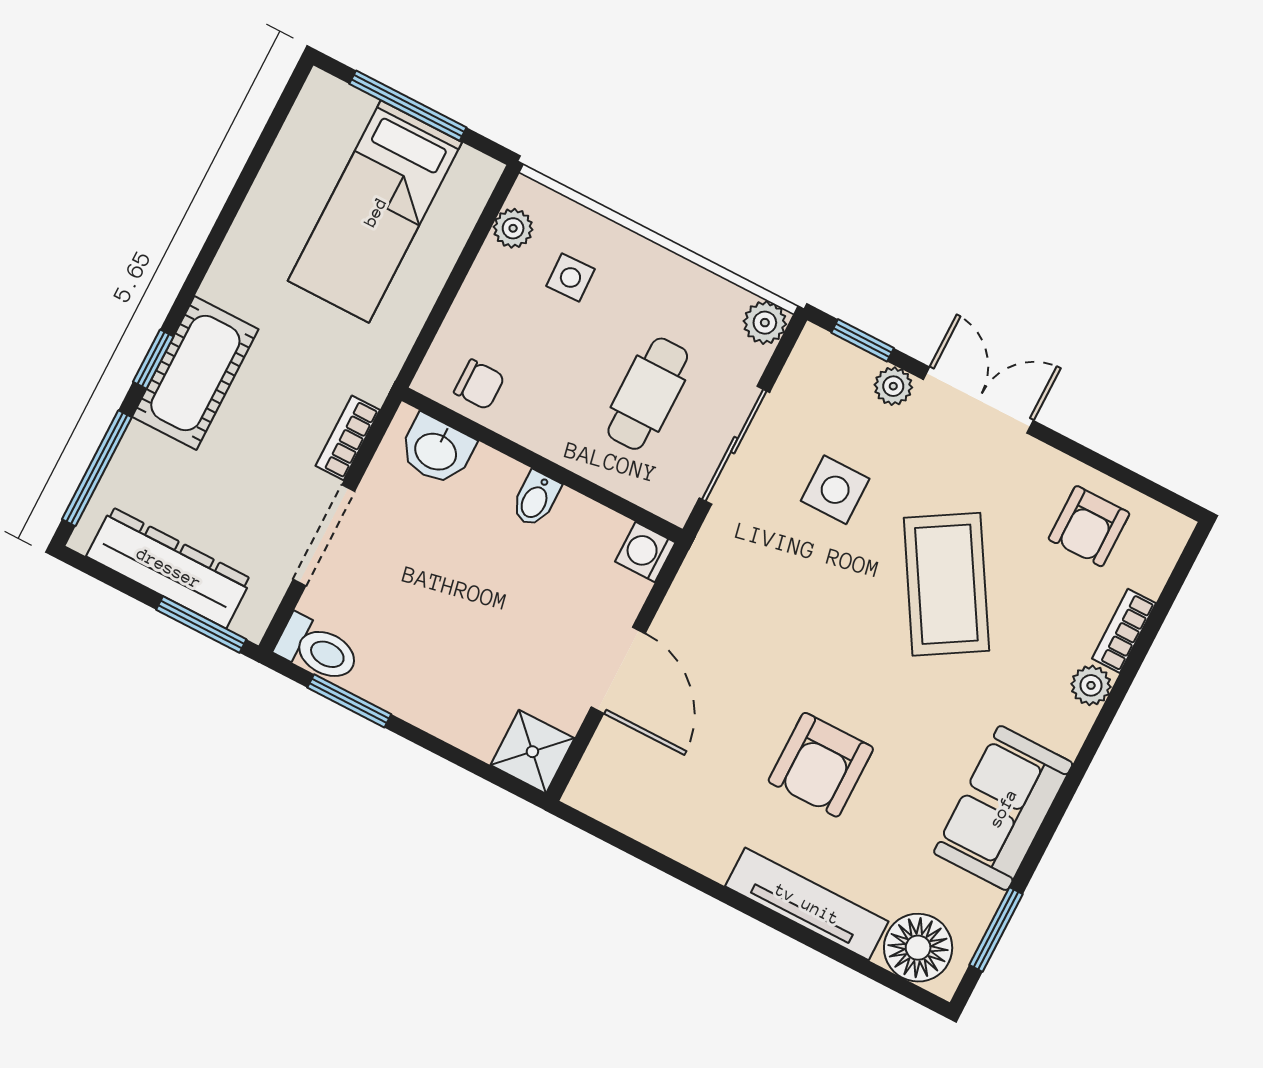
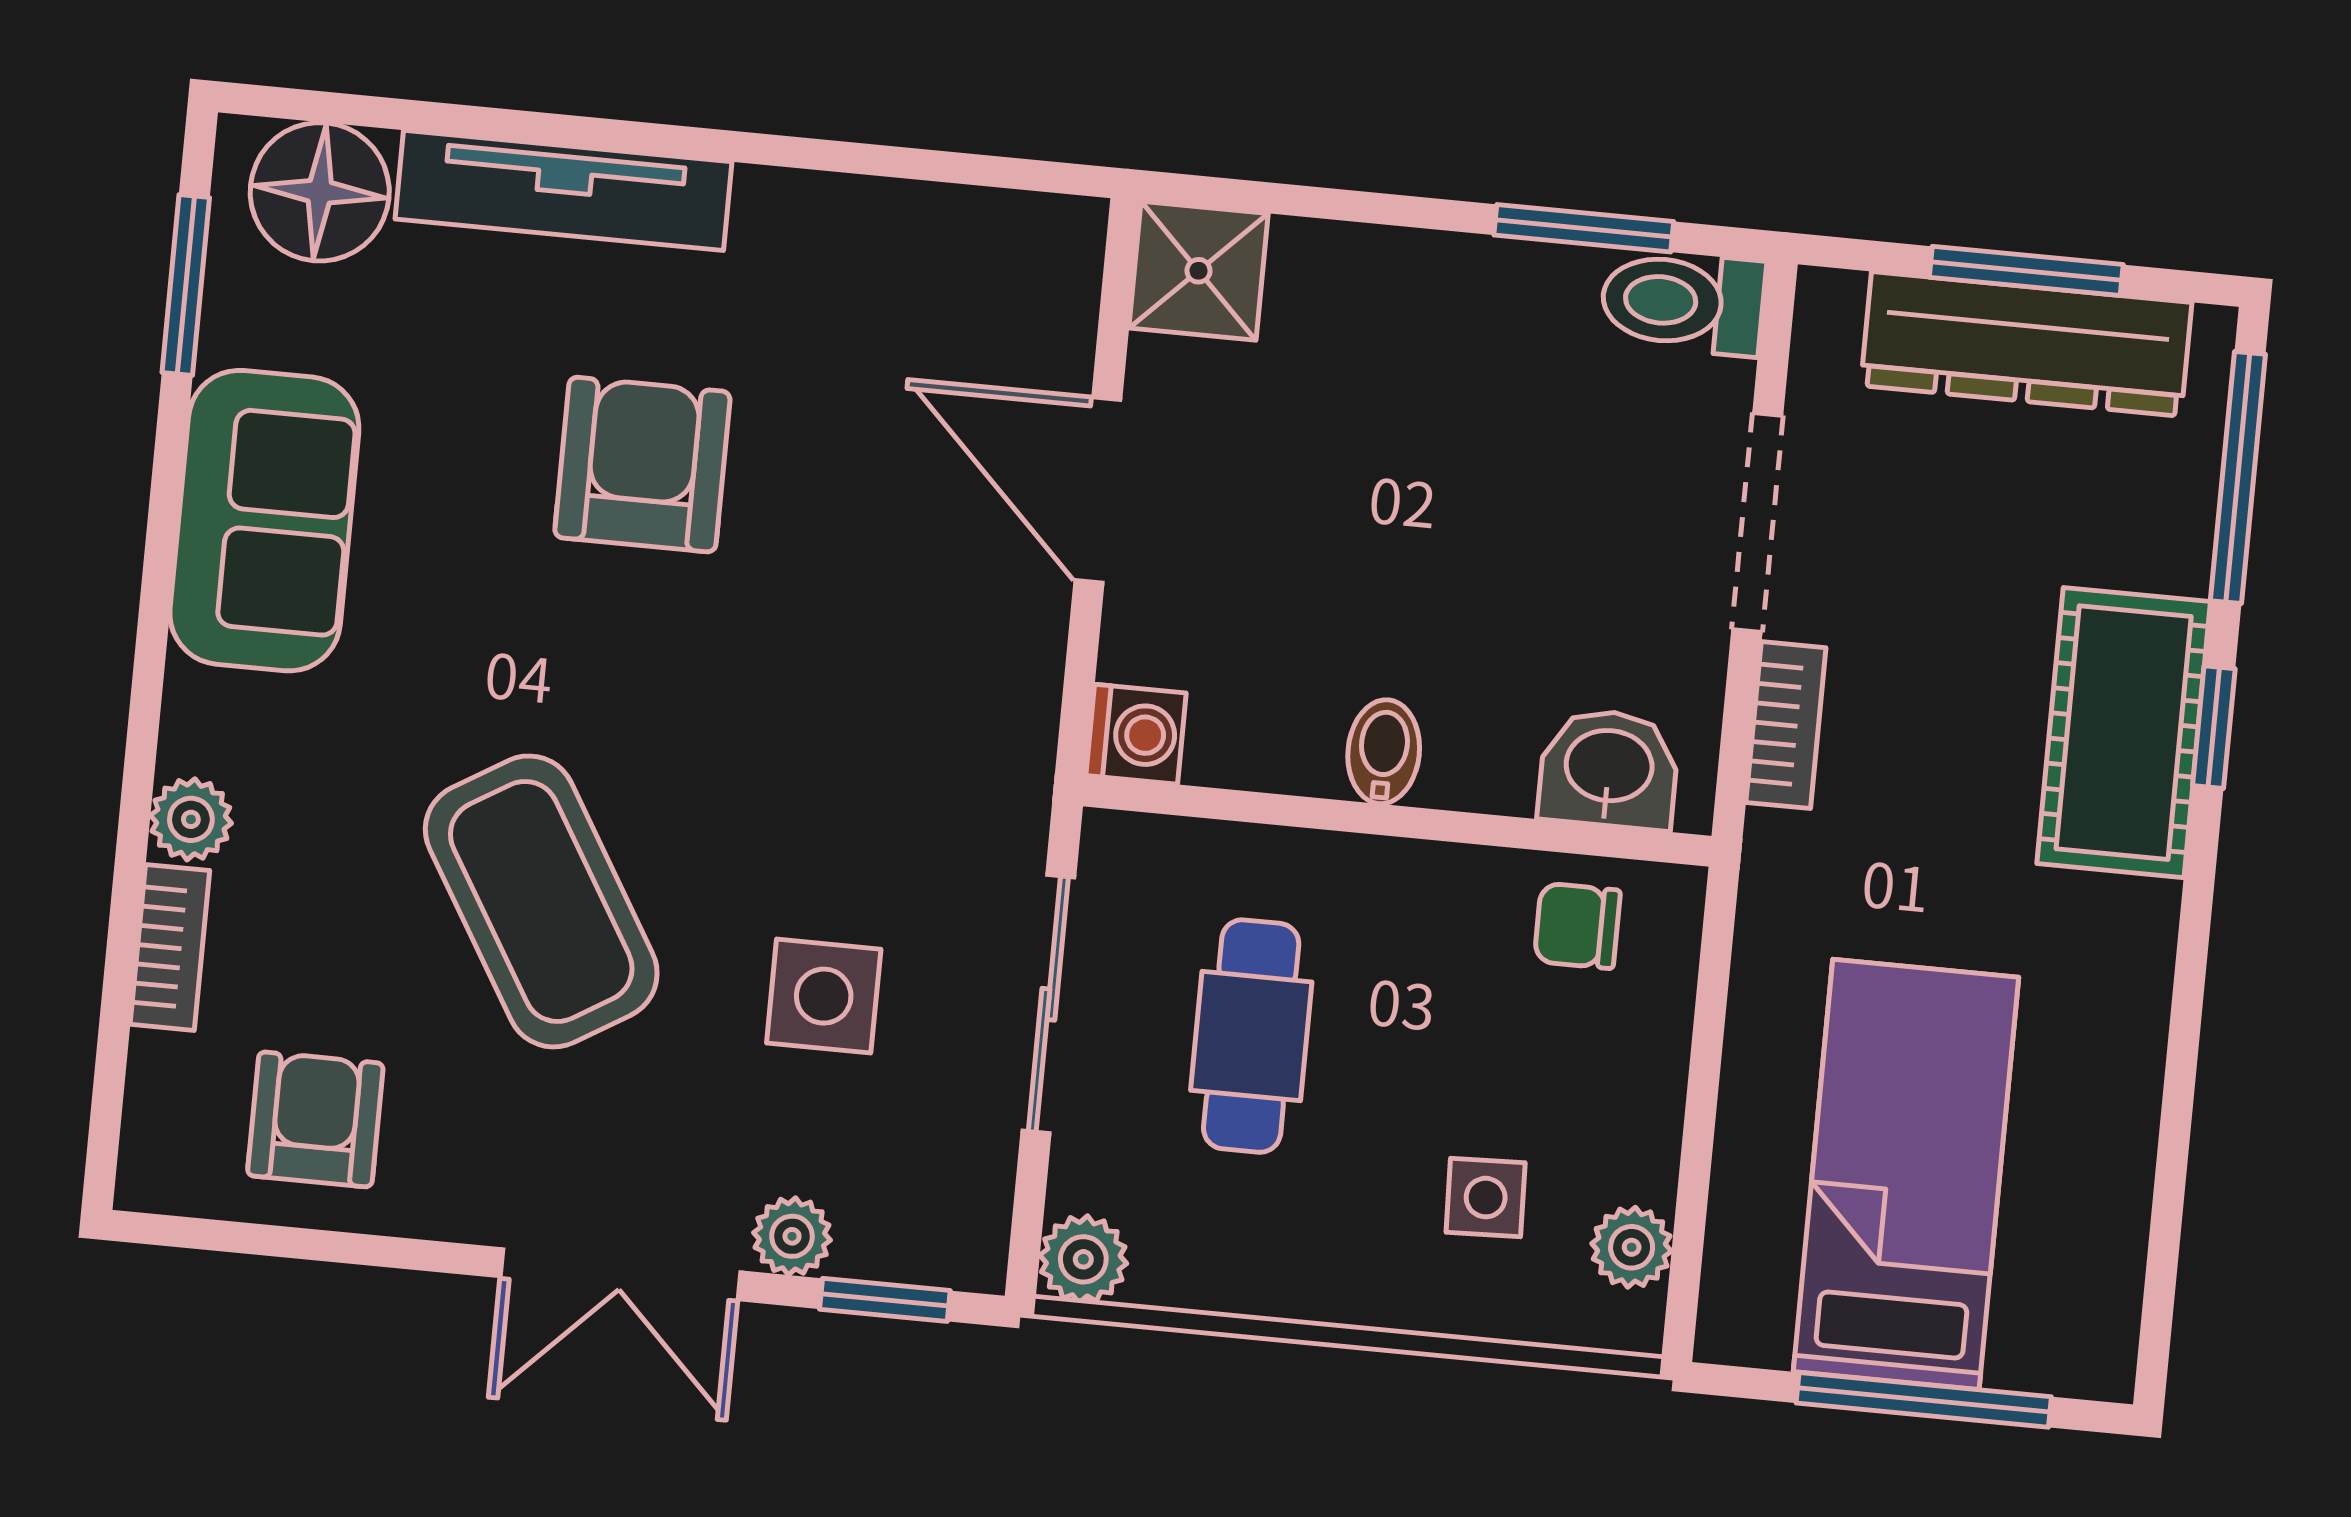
window: (201, 624) -> (2026, 271), moved

